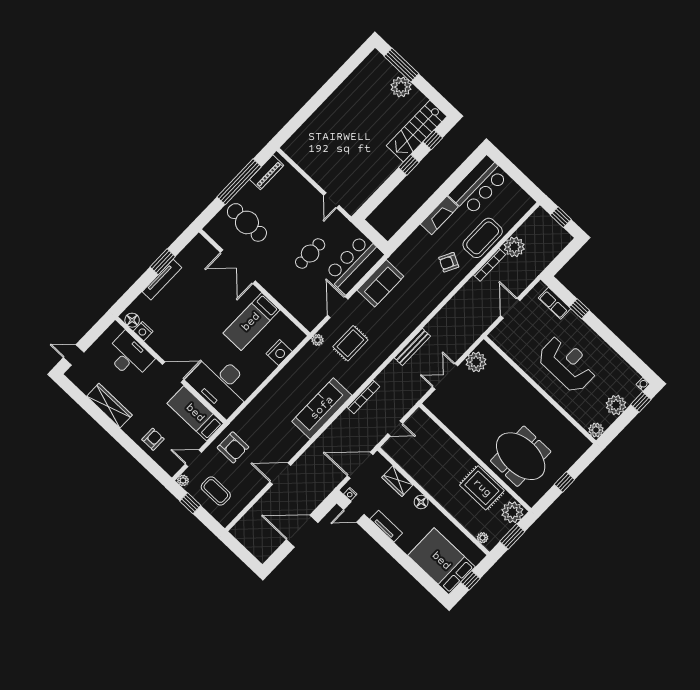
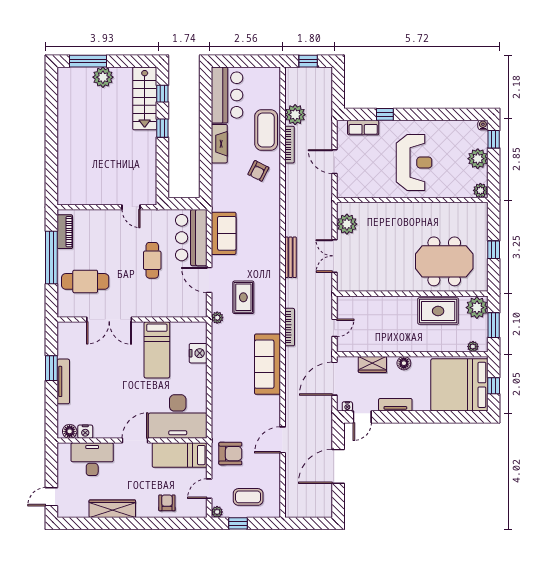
reception desk: (567, 364) -> (414, 162), turned 90
bed: (441, 561) -> (459, 385), width x1.36

